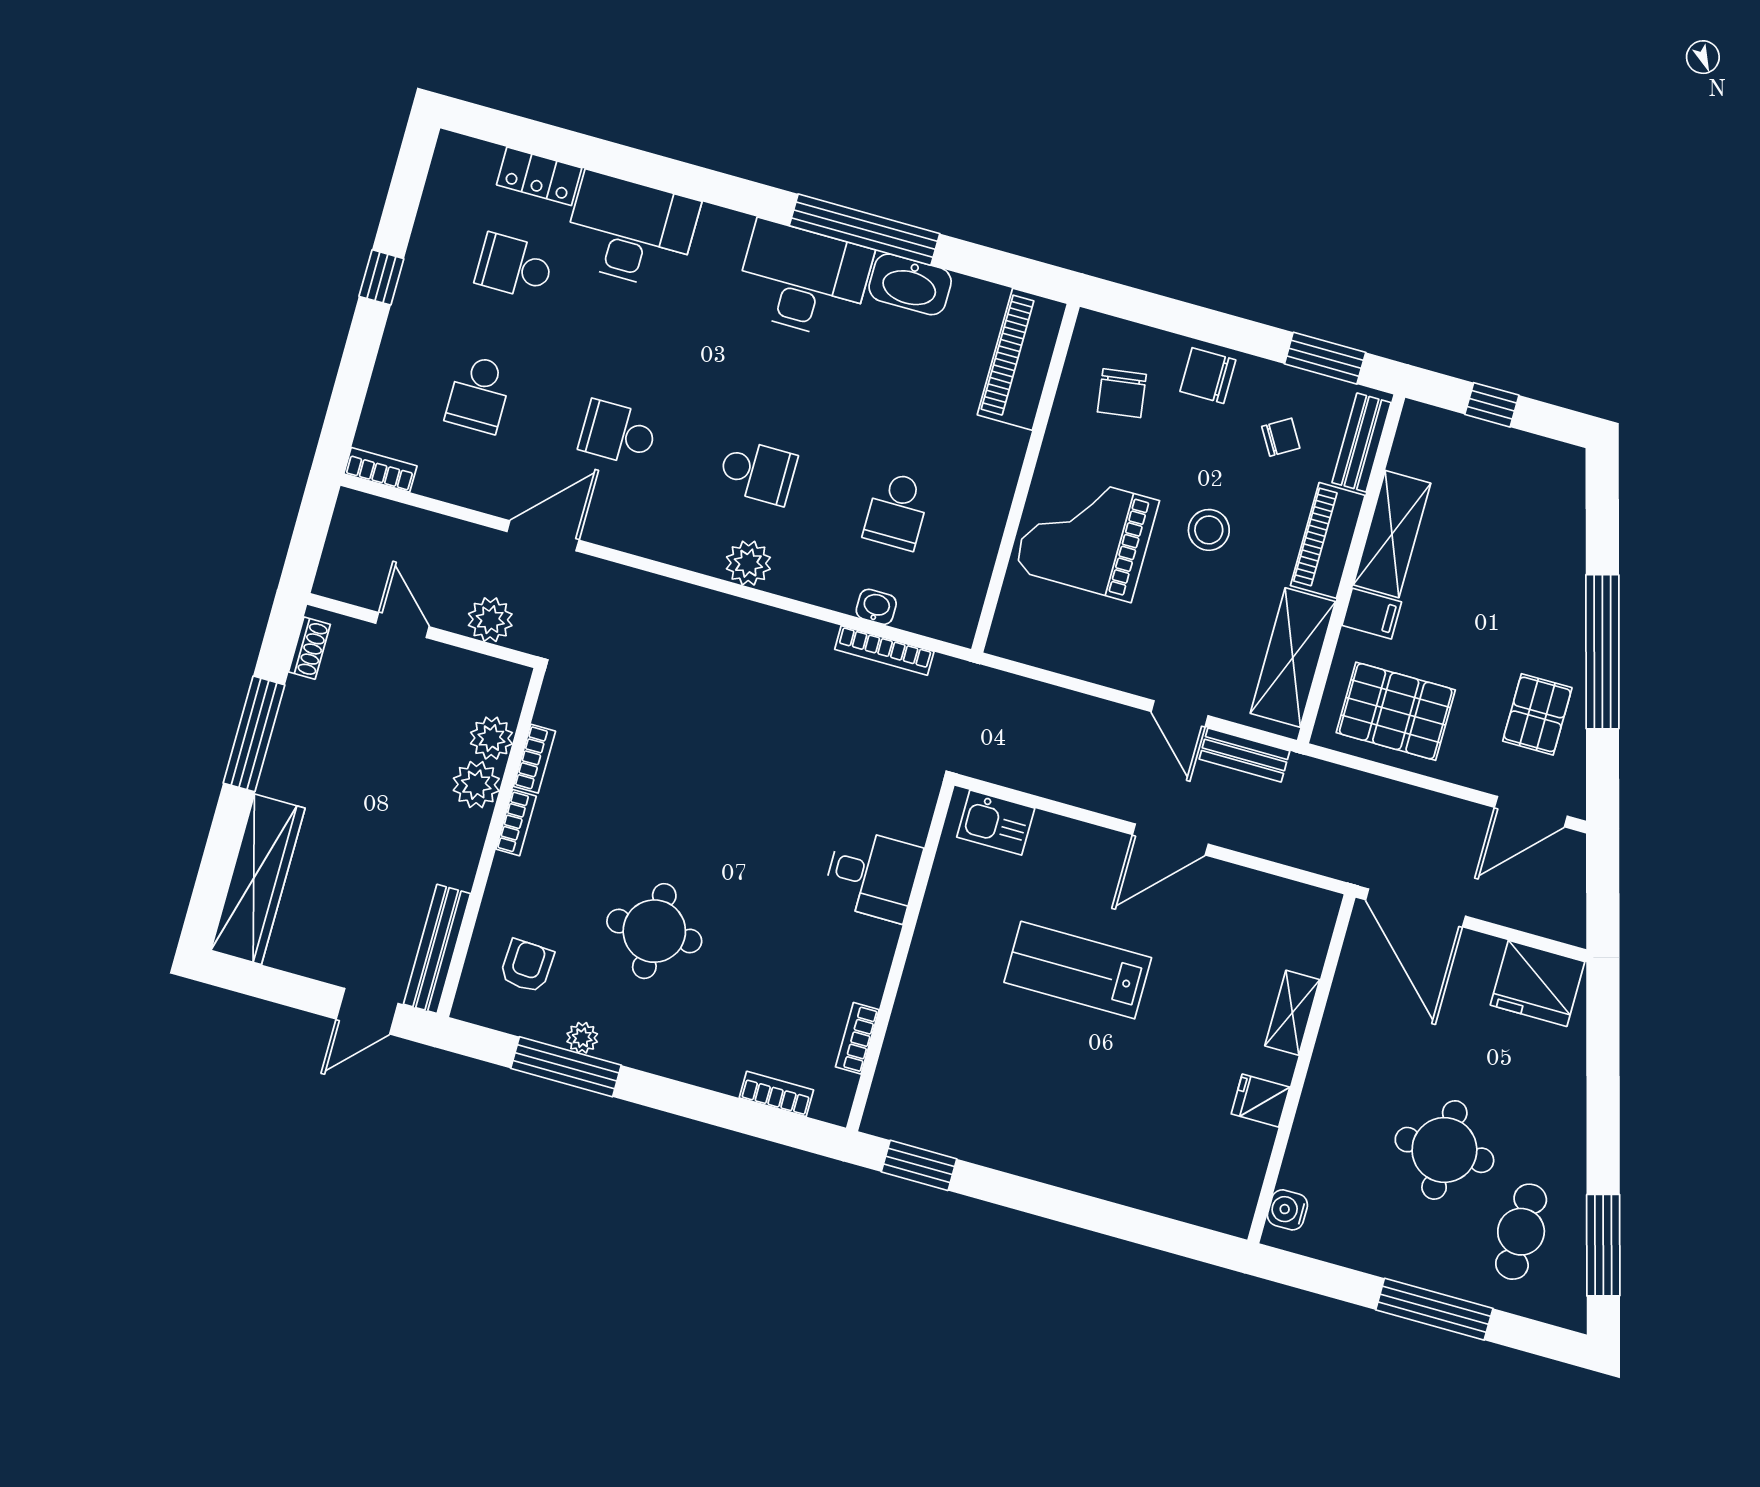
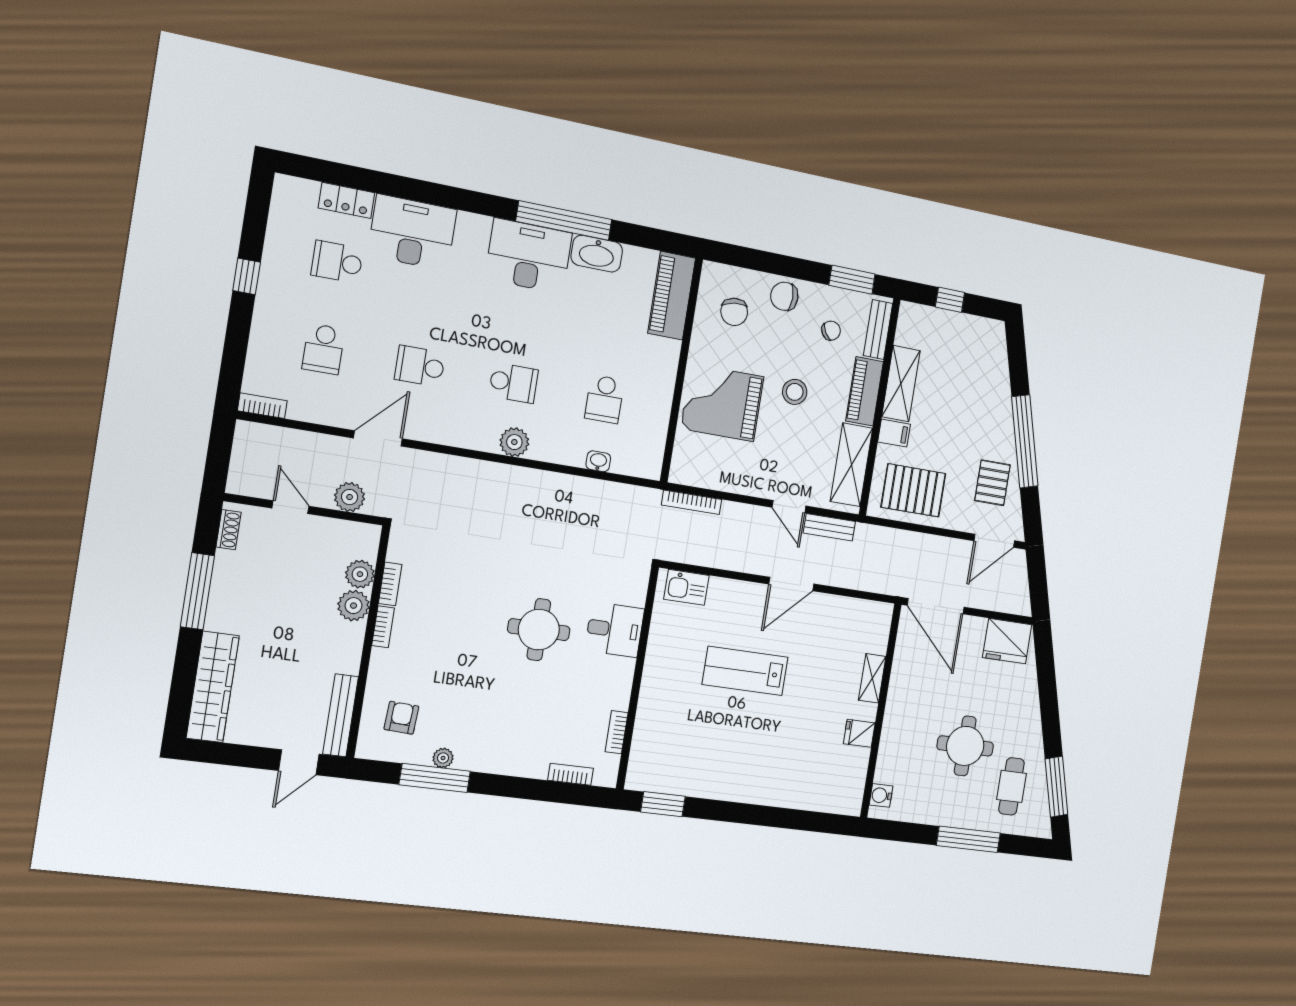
bookcase: (884, 650) -> (692, 502), moved
round table: (654, 931) -> (539, 630), moved

